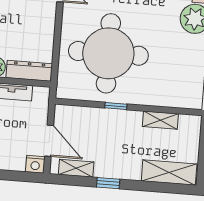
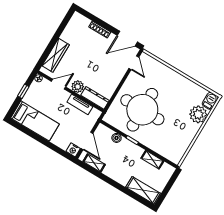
boiler: (91, 114) -> (116, 138), added
window: (108, 183) -> (107, 180), removed

